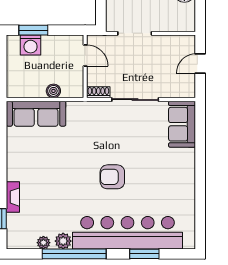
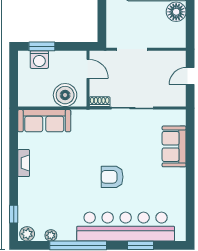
boiler: (53, 91) -> (65, 95), width x1.86, depth x1.86
sofa: (182, 124) -> (174, 146), moved
fireplace: (13, 197) -> (24, 163), moved
plant: (63, 241) -> (27, 234), moved

